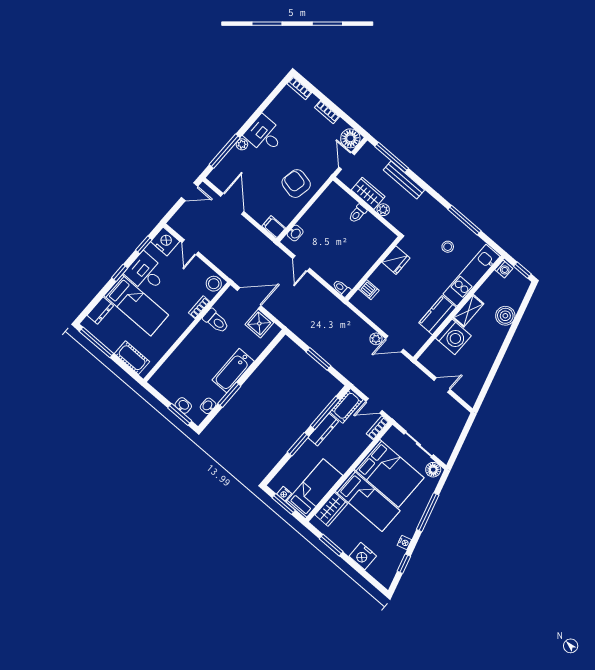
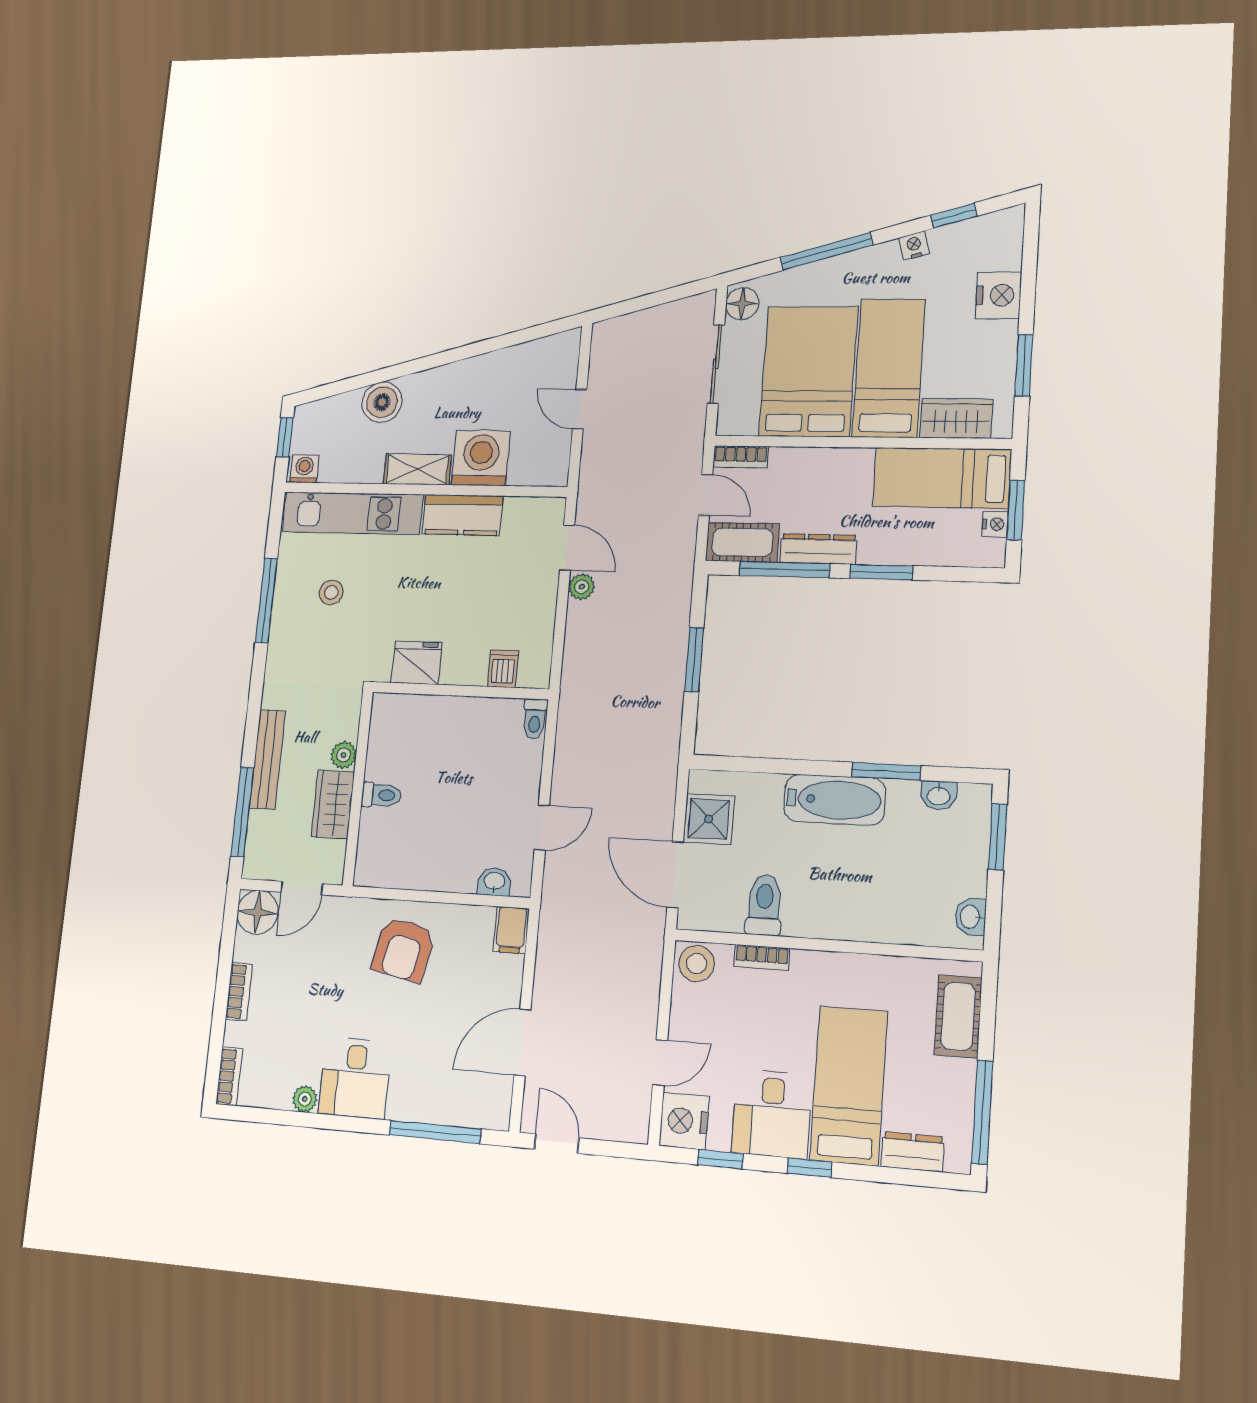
plant: (242, 144) -> (305, 1099), moved
washbasin: (183, 405) -> (971, 917), moved

